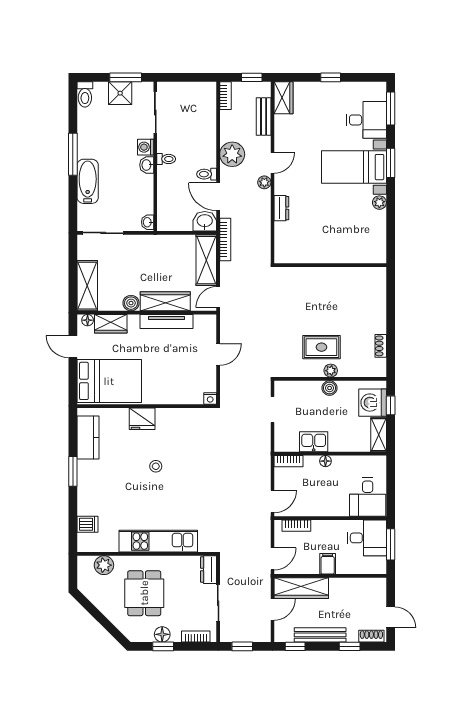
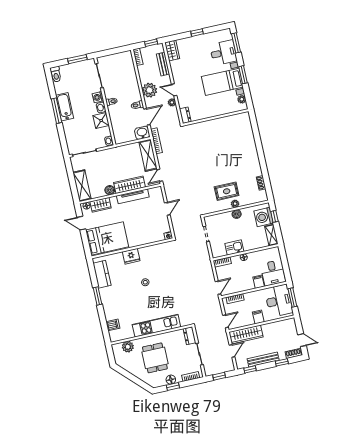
shower: (120, 93) -> (101, 120), moved
door: (272, 163) -> (174, 90), swing flipped
bathtub: (88, 181) -> (65, 107), moved
door: (218, 197) -> (147, 117), swing flipped
wall: (330, 265) -> (216, 117), moved
filing cabinet: (341, 506) -> (259, 282), added
desk: (367, 538) -> (279, 301), width x1.37

